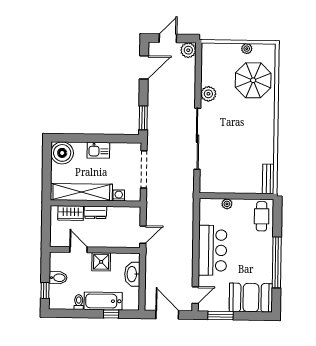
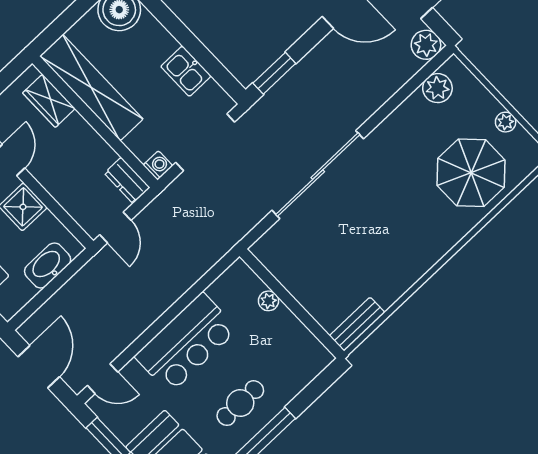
plant: (208, 94) -> (437, 88), moved
kitchen sink: (98, 150) -> (186, 71), moved
washing machine: (119, 195) -> (158, 165), moved
dresser: (95, 212) -> (127, 180), moved
cafe table: (262, 216) -> (240, 403), moved
door: (143, 235) -> (115, 228), hinge flipped

